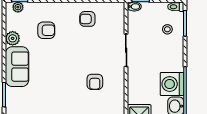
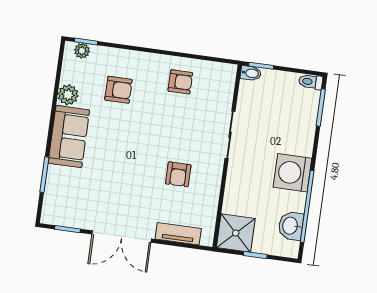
armchair: (87, 19) -> (180, 82), turned 180
stool: (167, 29) -> (294, 113), removed
washing machine: (172, 84) -> (292, 173), moved

